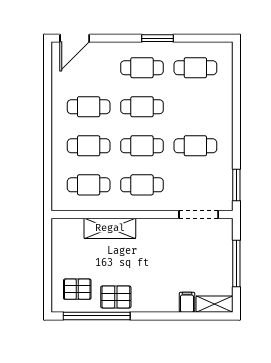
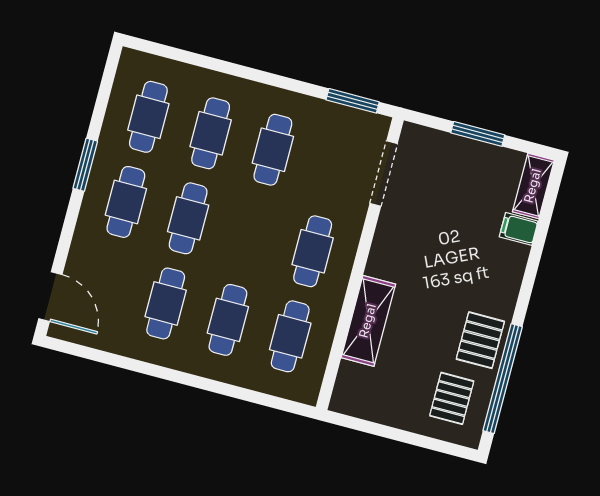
cafe table: (142, 146) -> (211, 133), moved
window: (236, 264) -> (478, 134), width x0.69

